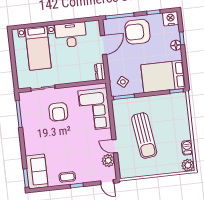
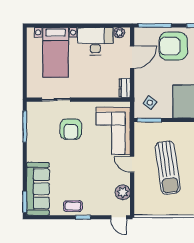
plant: (90, 25) -> (119, 33), added
door: (115, 146) -> (132, 164), moved
sofa: (37, 171) -> (38, 189), width x1.36

